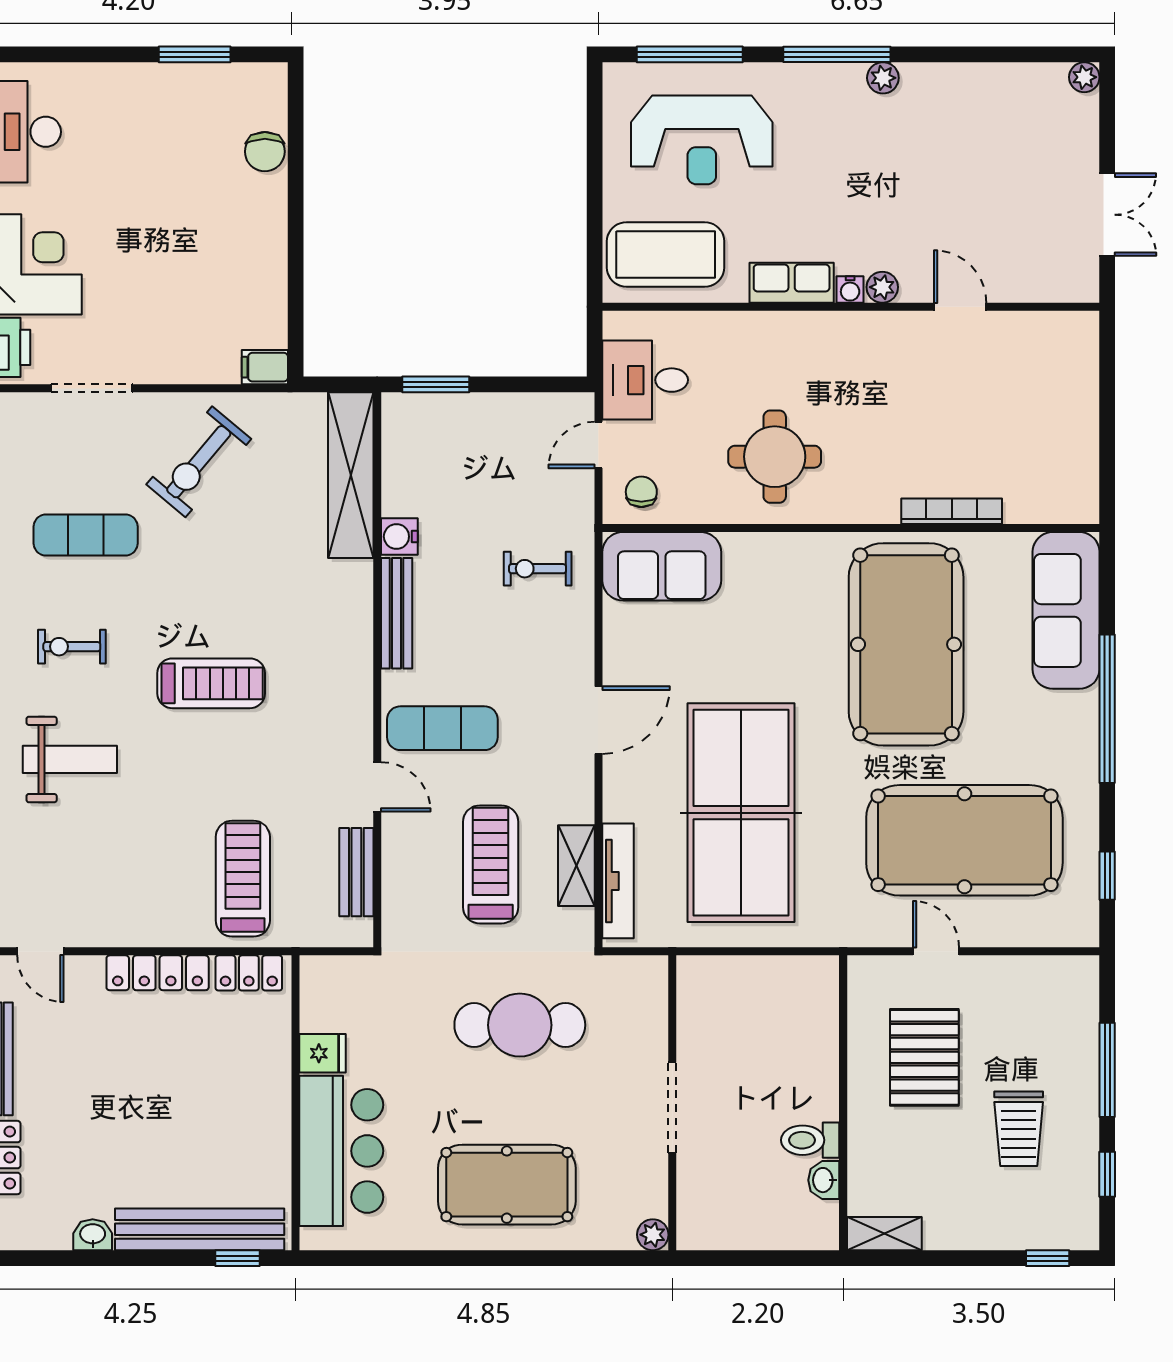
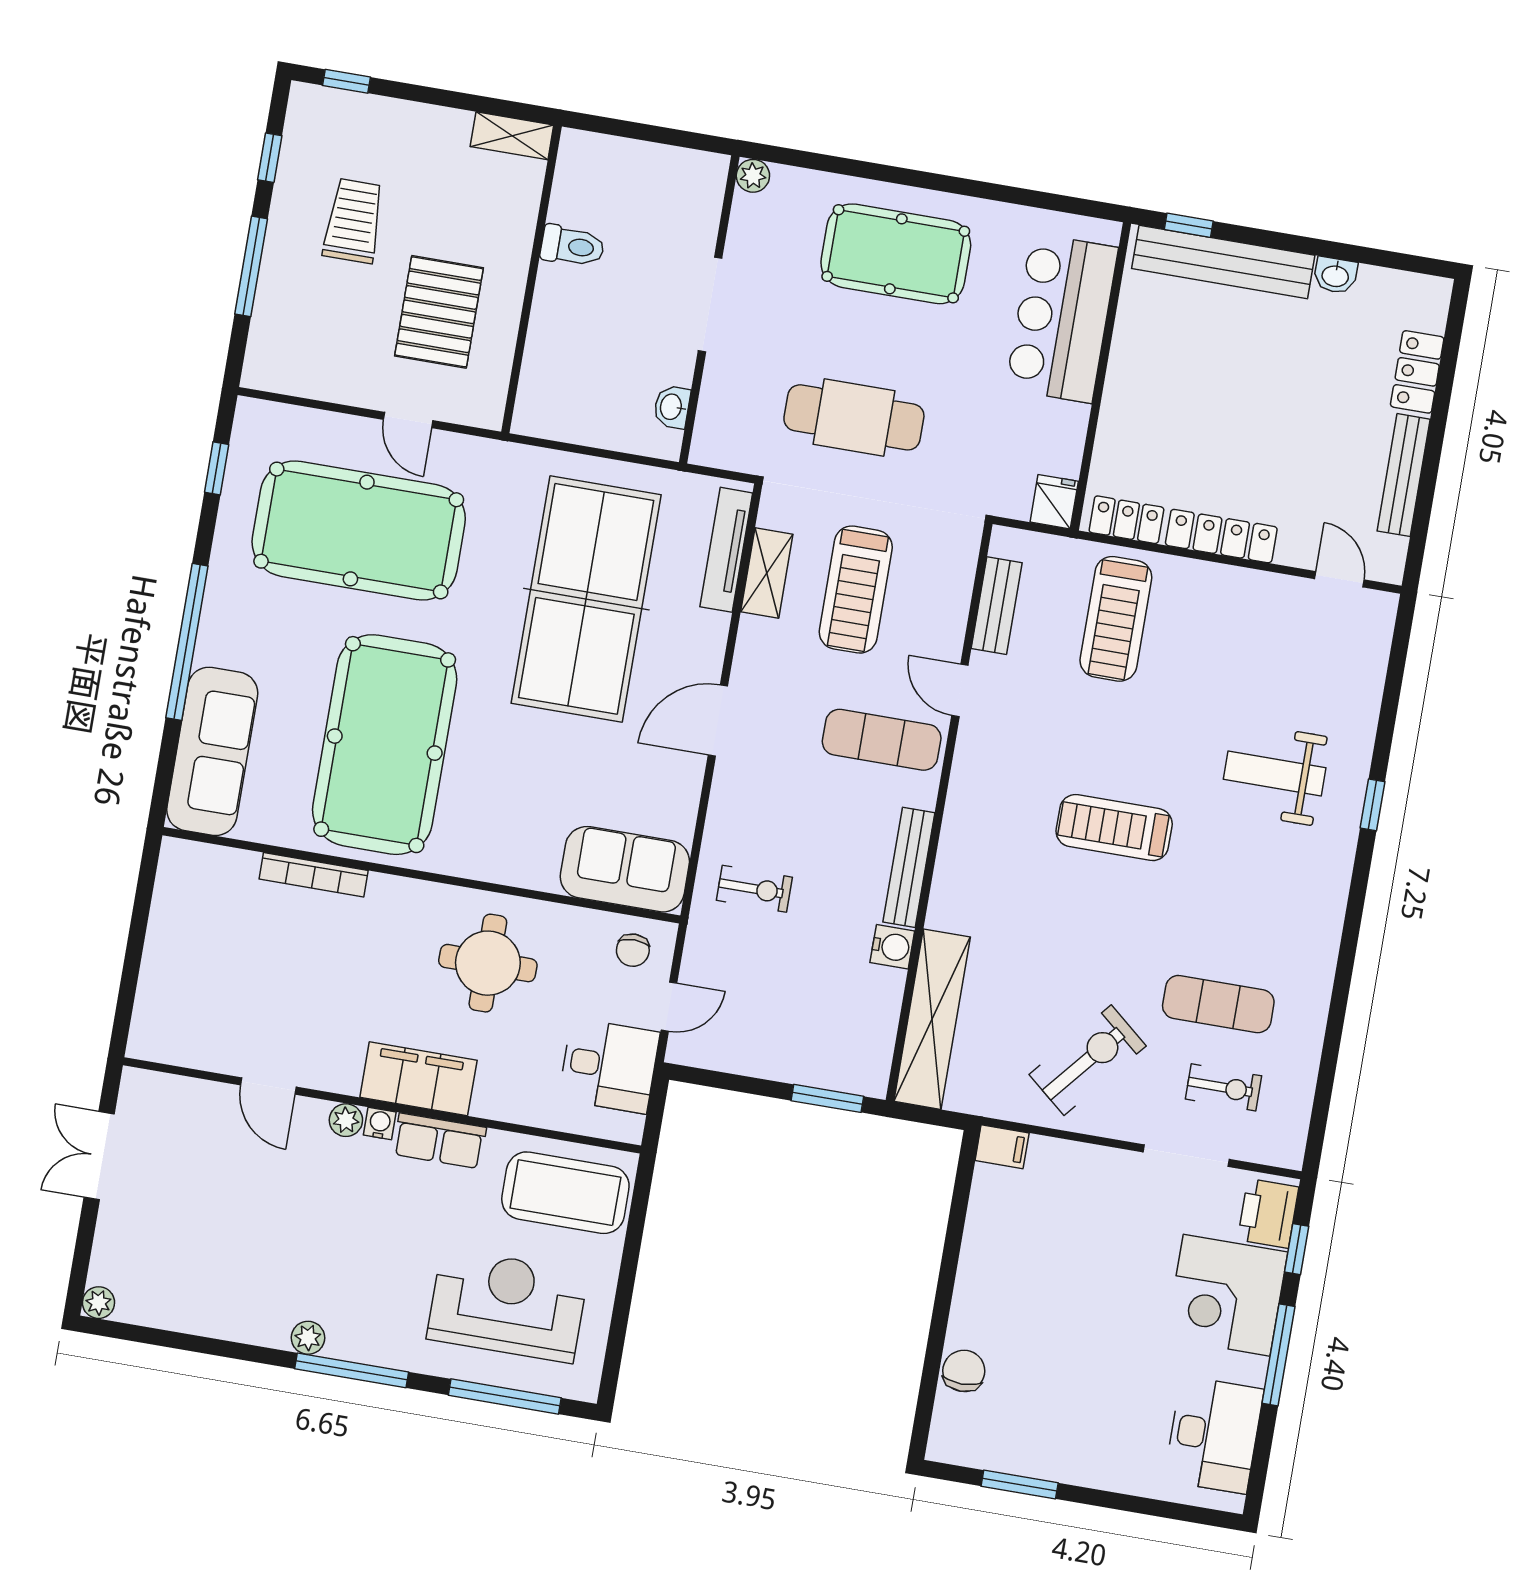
filing cabinet: (821, 337) -> (418, 1079), added
exercise bike: (72, 647) -> (1223, 1087), moved
fridge: (322, 1053) -> (1054, 502), moved, turned 90
washbasin: (824, 1180) -> (672, 407), moved, turned 180

